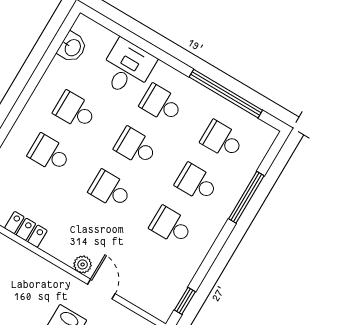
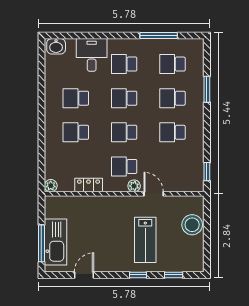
washbasin: (72, 47) -> (56, 46), moved, turned 90
window: (226, 94) -> (159, 36), width x0.68
window: (246, 197) -> (207, 89), width x0.69
school desk: (85, 233) -> (124, 166), added

